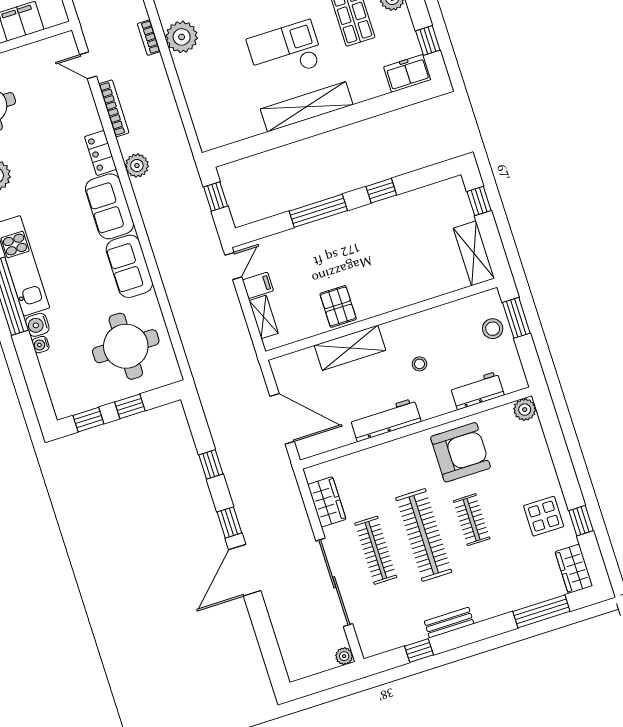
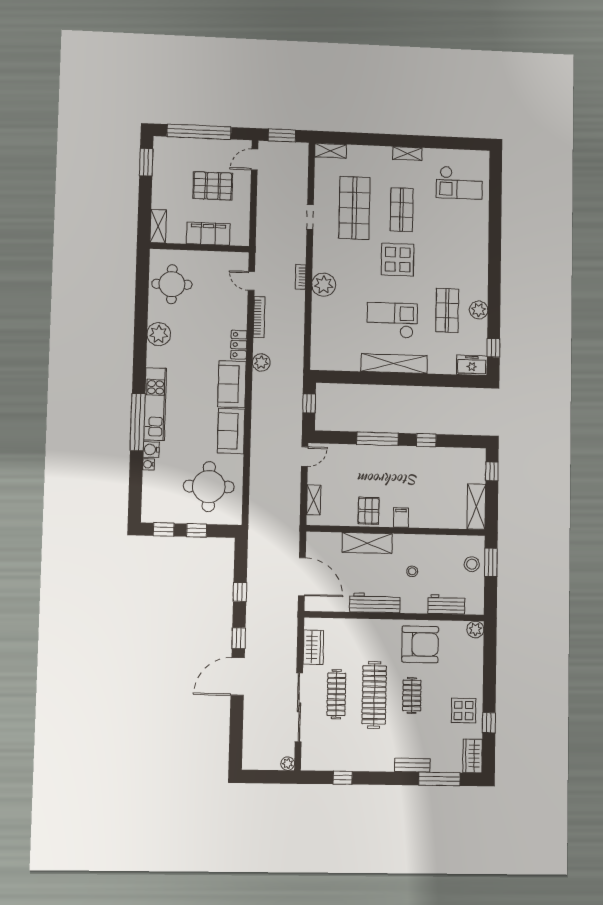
filing cabinet: (258, 285) -> (401, 517), moved, turned -90
bench: (449, 622) -> (412, 765), moved

